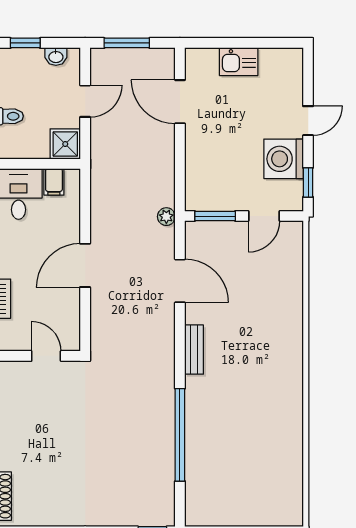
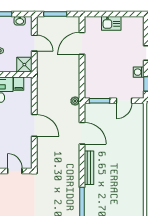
door: (85, 101) -> (34, 43), hinge flipped
door: (180, 102) -> (82, 43), hinge flipped
washing machine: (284, 159) -> (139, 72), width x0.53, depth x0.53
door: (85, 265) -> (34, 125), swing flipped
bench: (194, 350) -> (89, 168), width x1.36

